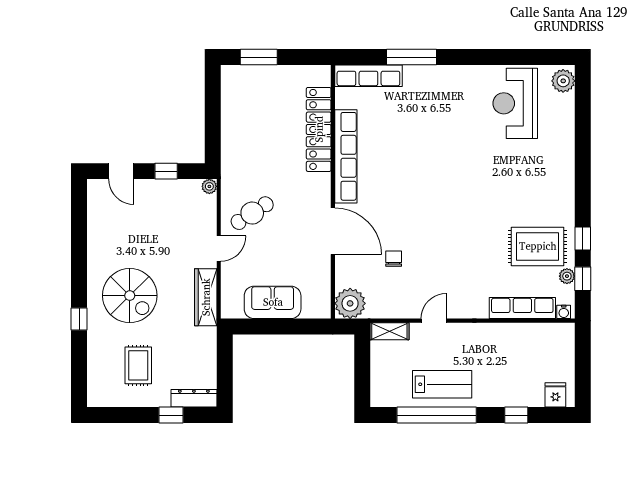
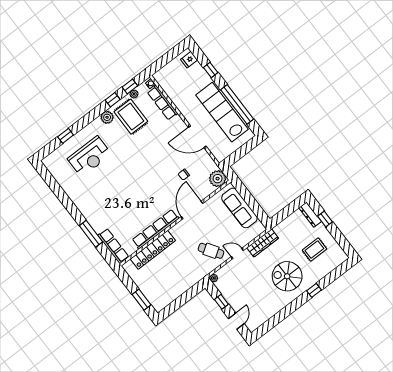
plant: (563, 81) -> (107, 117), moved
reception desk: (515, 103) -> (89, 156), moved
window: (583, 130) -> (66, 136), added
spiral stairs: (130, 296) -> (287, 276), turned -90
sofa: (273, 302) -> (239, 208), width x1.36
door: (434, 321) -> (197, 137), width x1.88
shelving: (389, 331) -> (217, 152), removed
lab bench: (442, 384) -> (222, 112), width x1.86, depth x1.39

